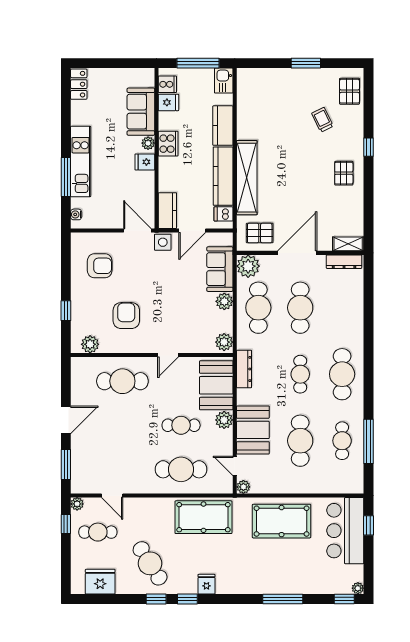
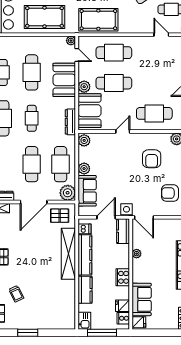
plant: (148, 143) -> (137, 254), moved
fridge: (145, 162) -> (139, 322), moved
cafe table: (181, 425) -> (114, 83), width x1.37, depth x1.35

